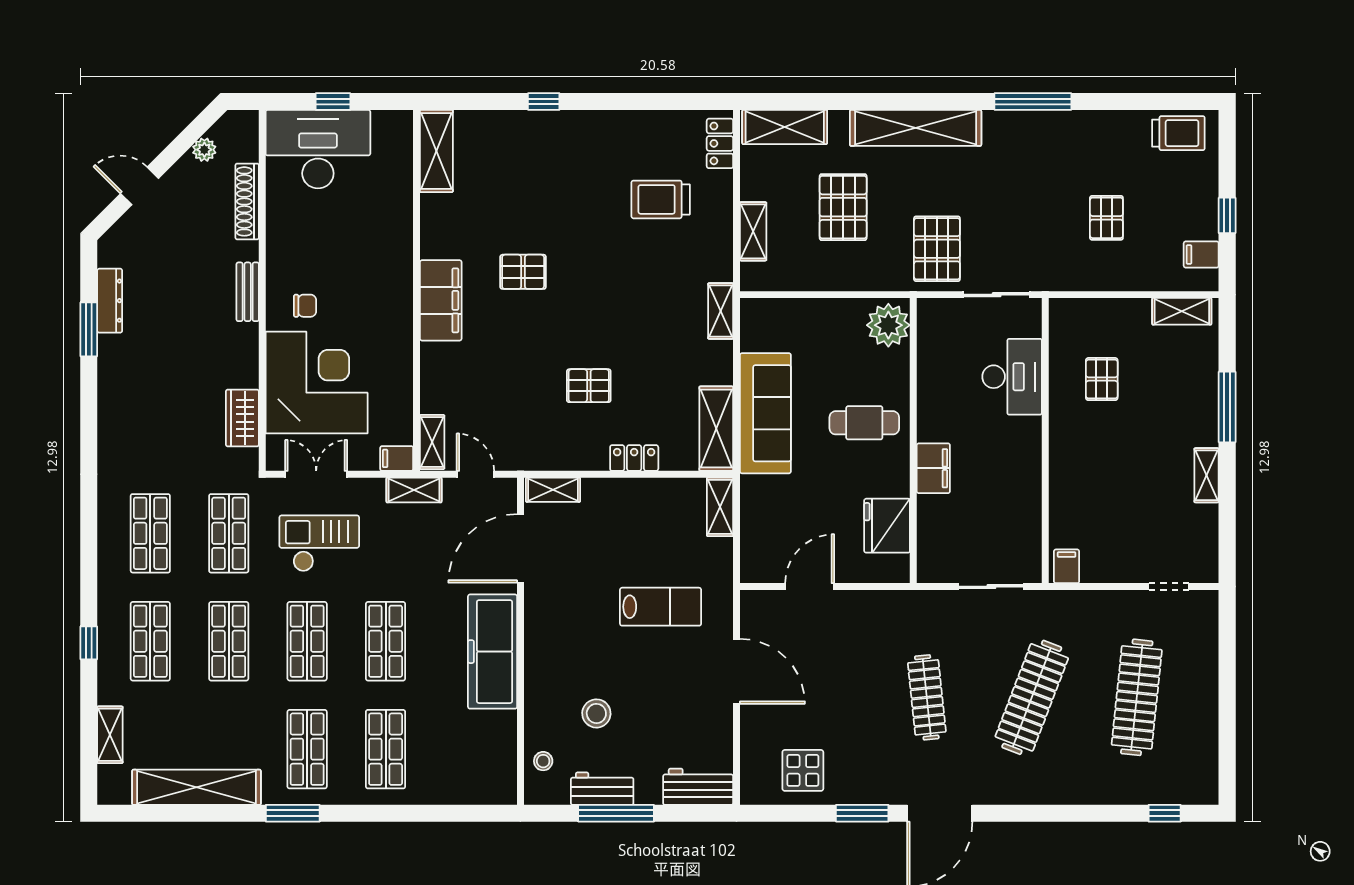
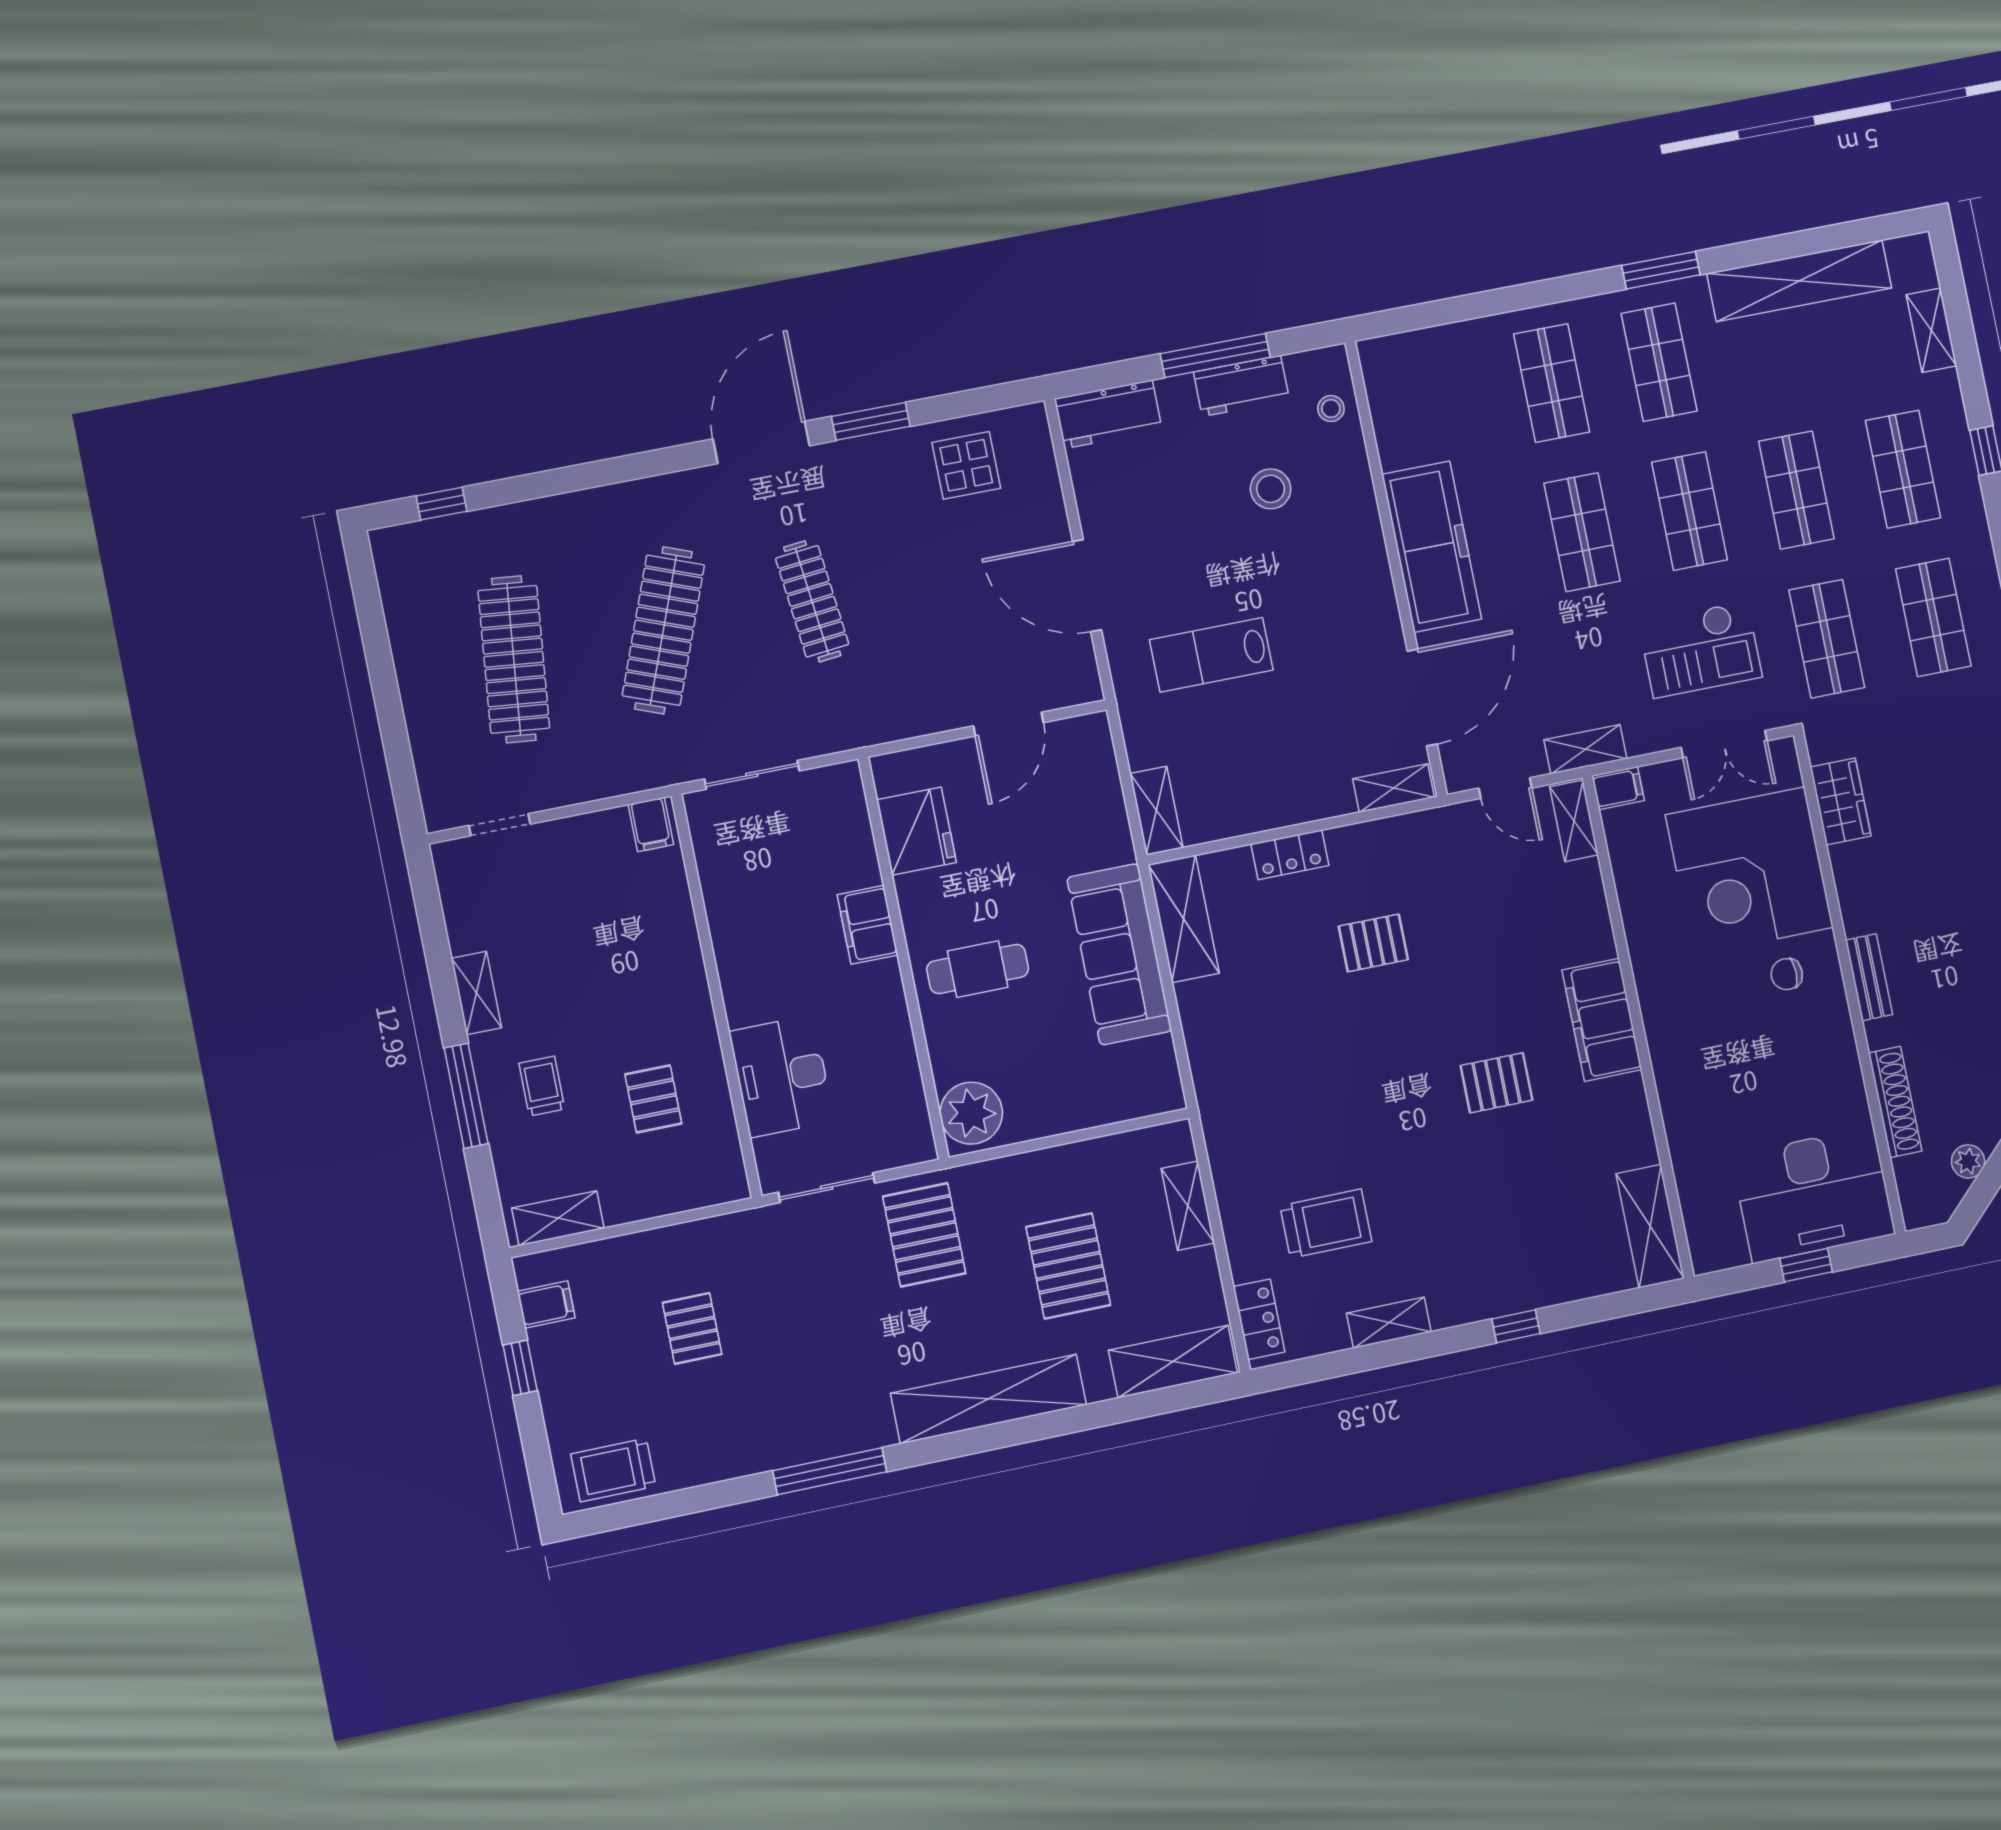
shelving: (721, 311) -> (1389, 1323), moved, turned 90
trolley: (1175, 403) -> (542, 1086), added

